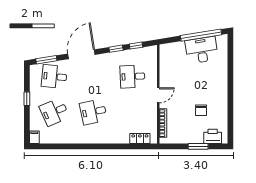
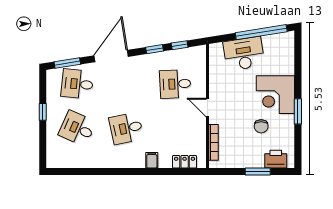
desk: (202, 50) -> (244, 54), moved
corner desk: (212, 85) -> (275, 95), added
door: (158, 95) -> (208, 108), swing flipped
window: (230, 98) -> (298, 111), added
desk: (54, 112) -> (77, 128), turned 48
filing cabinet: (34, 137) -> (152, 160), moved

